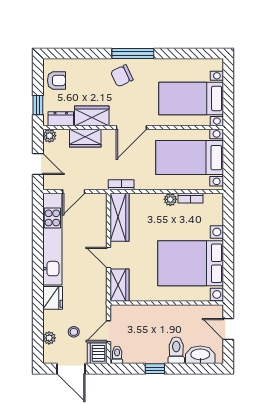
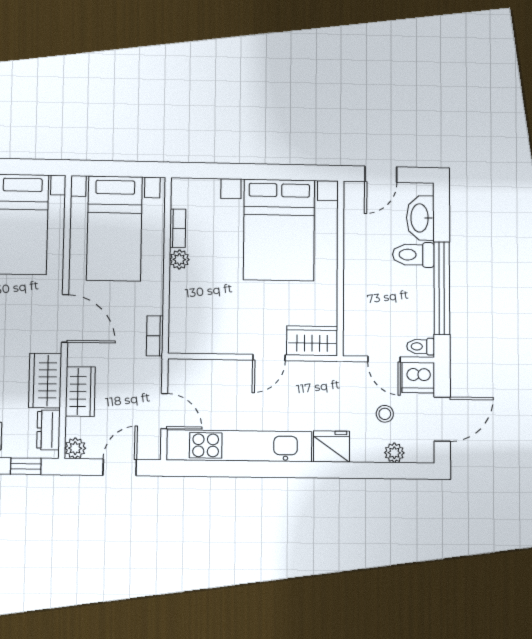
wardrobe: (119, 217) -> (206, 339), removed
window: (155, 369) -> (442, 288), width x3.17

